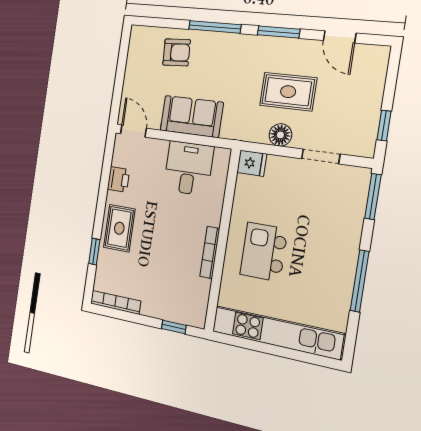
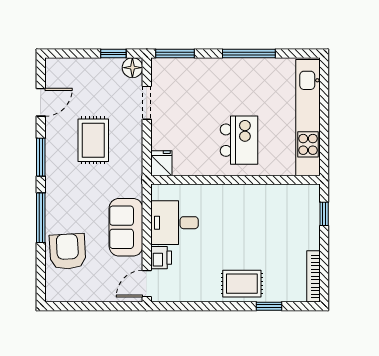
armchair: (177, 52) -> (68, 252), width x1.38, depth x1.38
floor lamp: (280, 135) -> (132, 68), moved
printer: (118, 179) -> (161, 258), moved, turned 90
bookcase: (210, 252) -> (249, 190), removed
kitchen island: (264, 252) -> (239, 140), turned -90

